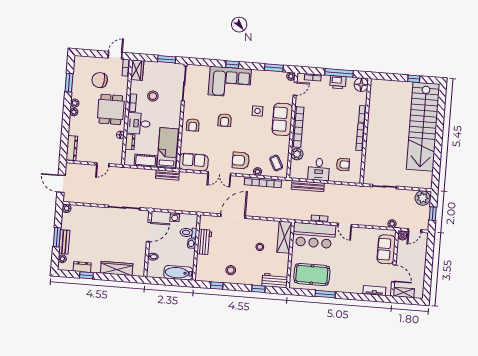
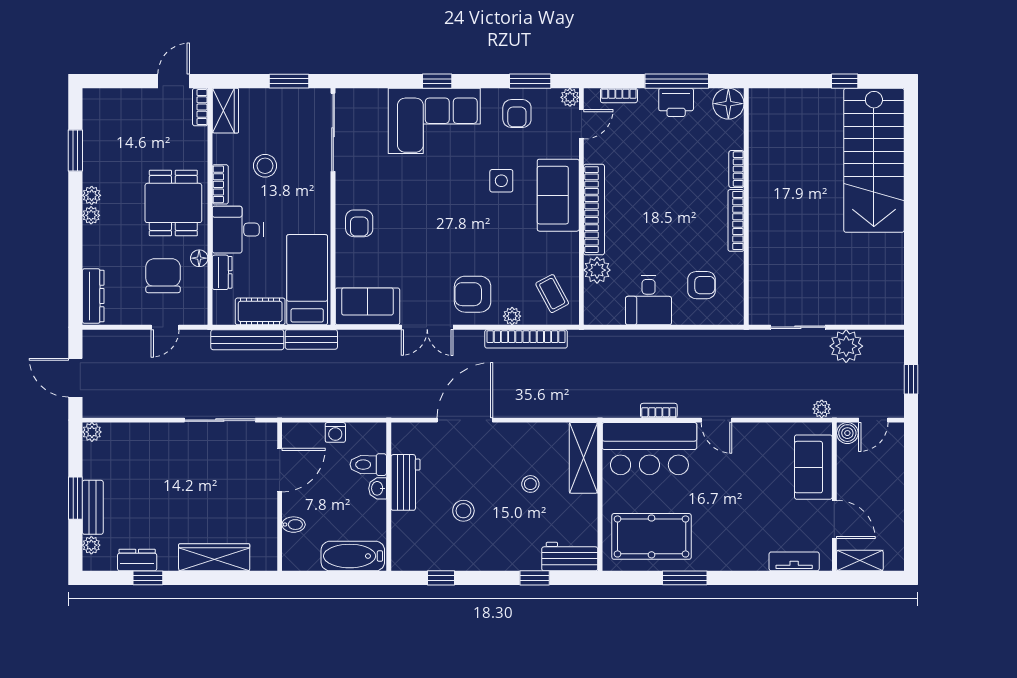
chair: (100, 80) -> (163, 276), moved, turned 84
armchair: (225, 120) -> (517, 114), moved
stairs: (423, 127) -> (874, 160), width x0.73
bench: (308, 186) -> (247, 340), moved
plant: (423, 198) -> (846, 346), moved
stool: (231, 270) -> (463, 511), moved

